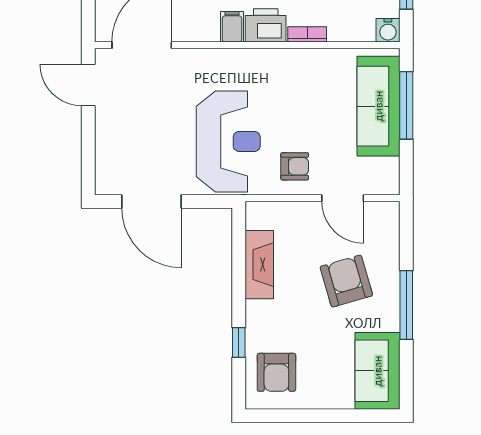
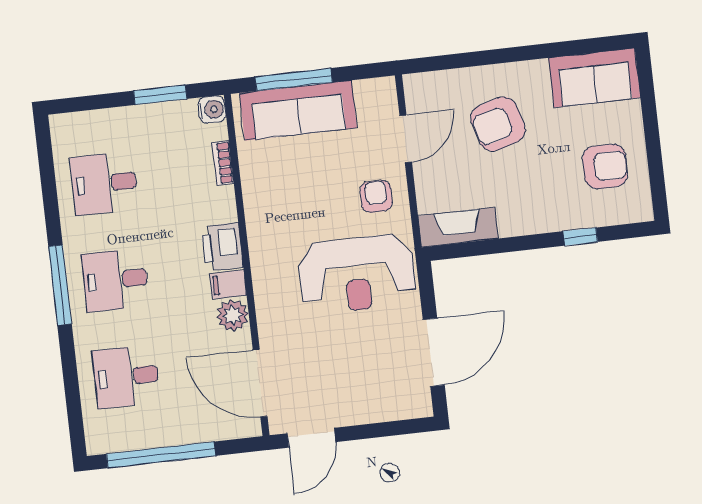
plant: (204, 28) -> (233, 315), added
bookcase: (307, 34) -> (223, 163), moved
reception desk: (228, 141) -> (357, 274), turned 180
fireplace: (259, 265) -> (458, 227), moved
window: (406, 305) -> (517, 54), removed
armchair: (276, 372) -> (605, 166), moved

